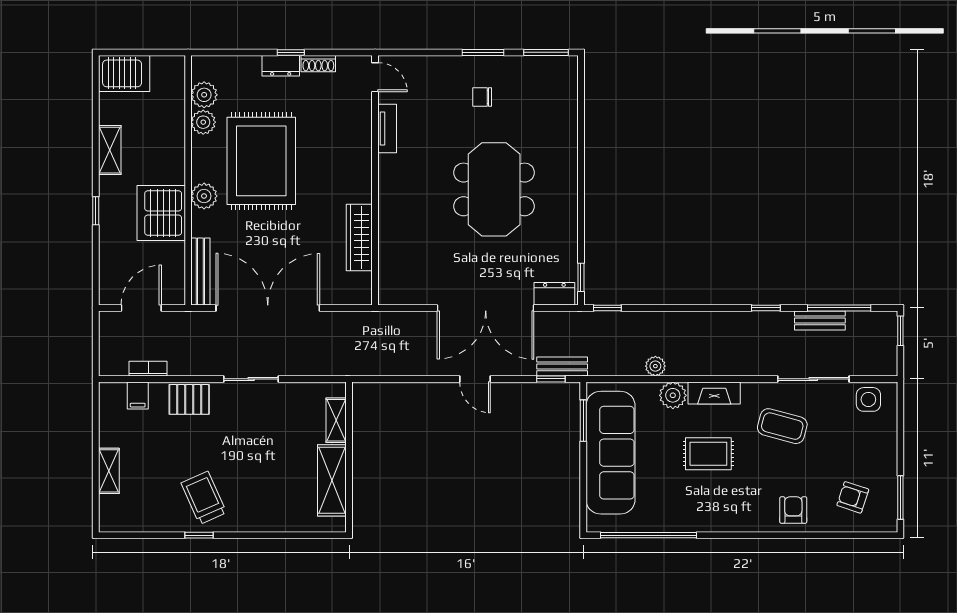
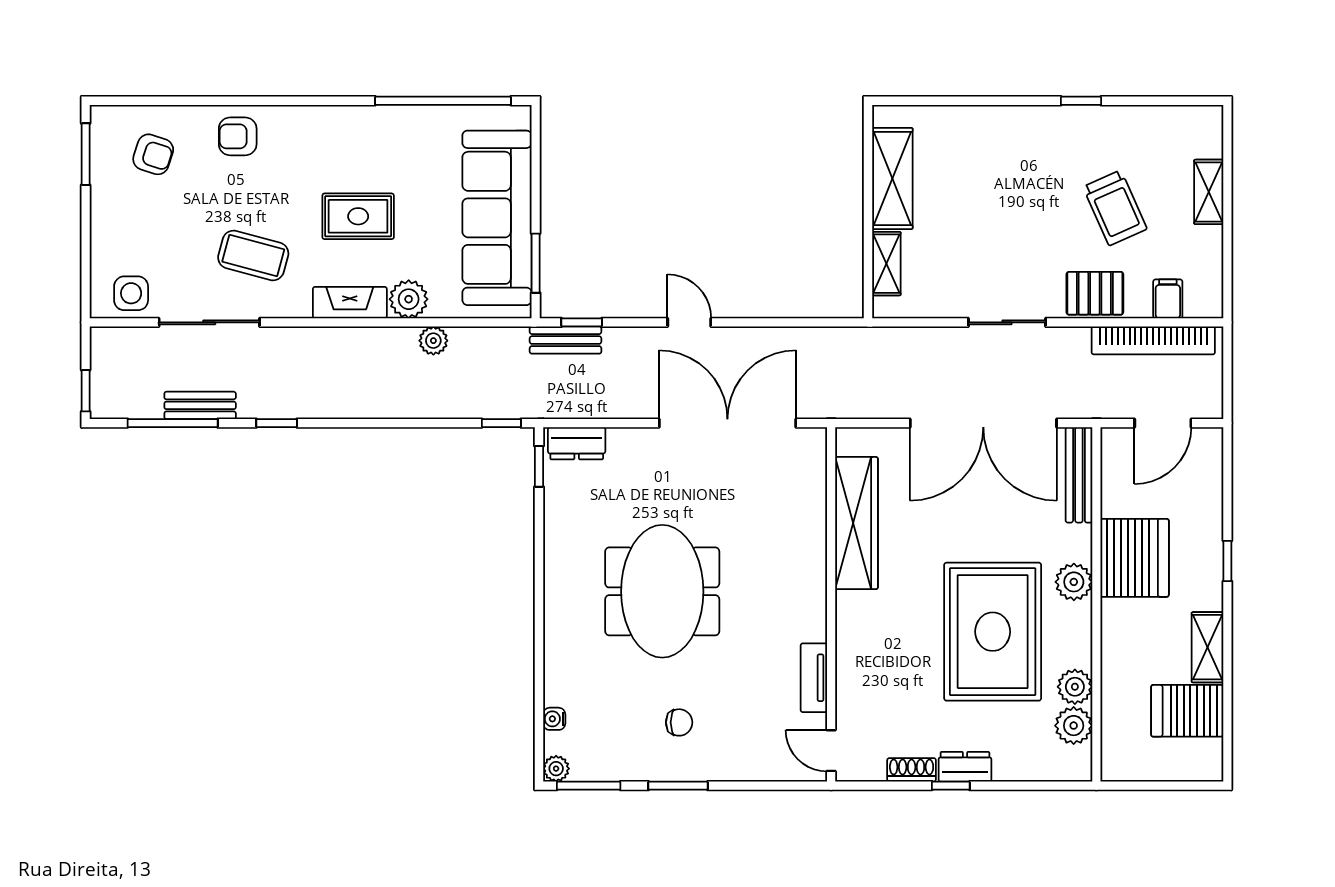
plant: (569, 64) -> (556, 769), added
server rack: (124, 73) -> (1187, 711), moved
water cooler: (570, 100) -> (554, 719), added
wardrobe: (359, 237) -> (857, 523), width x1.40, depth x1.17
double door: (486, 308) -> (727, 423), moved
bookcase: (148, 369) -> (1153, 340), width x2.31, depth x1.31
trolley: (204, 498) -> (1115, 208), moved
armchair: (793, 510) -> (238, 136), turned 90

